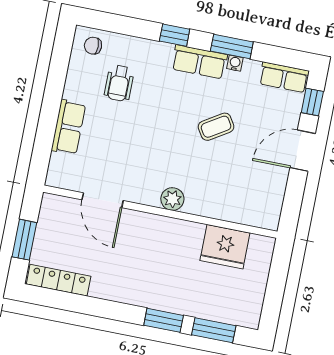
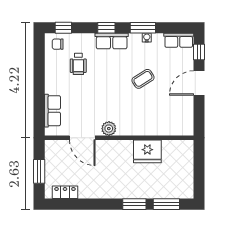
window: (107, 22) -> (63, 28), added
row of seats: (199, 62) -> (112, 41), moved
row of seats: (68, 127) -> (52, 111), moved
plant: (172, 199) -> (109, 129), moved
fridge: (225, 247) -> (147, 151), moved
locker: (59, 280) -> (65, 192), width x0.66

